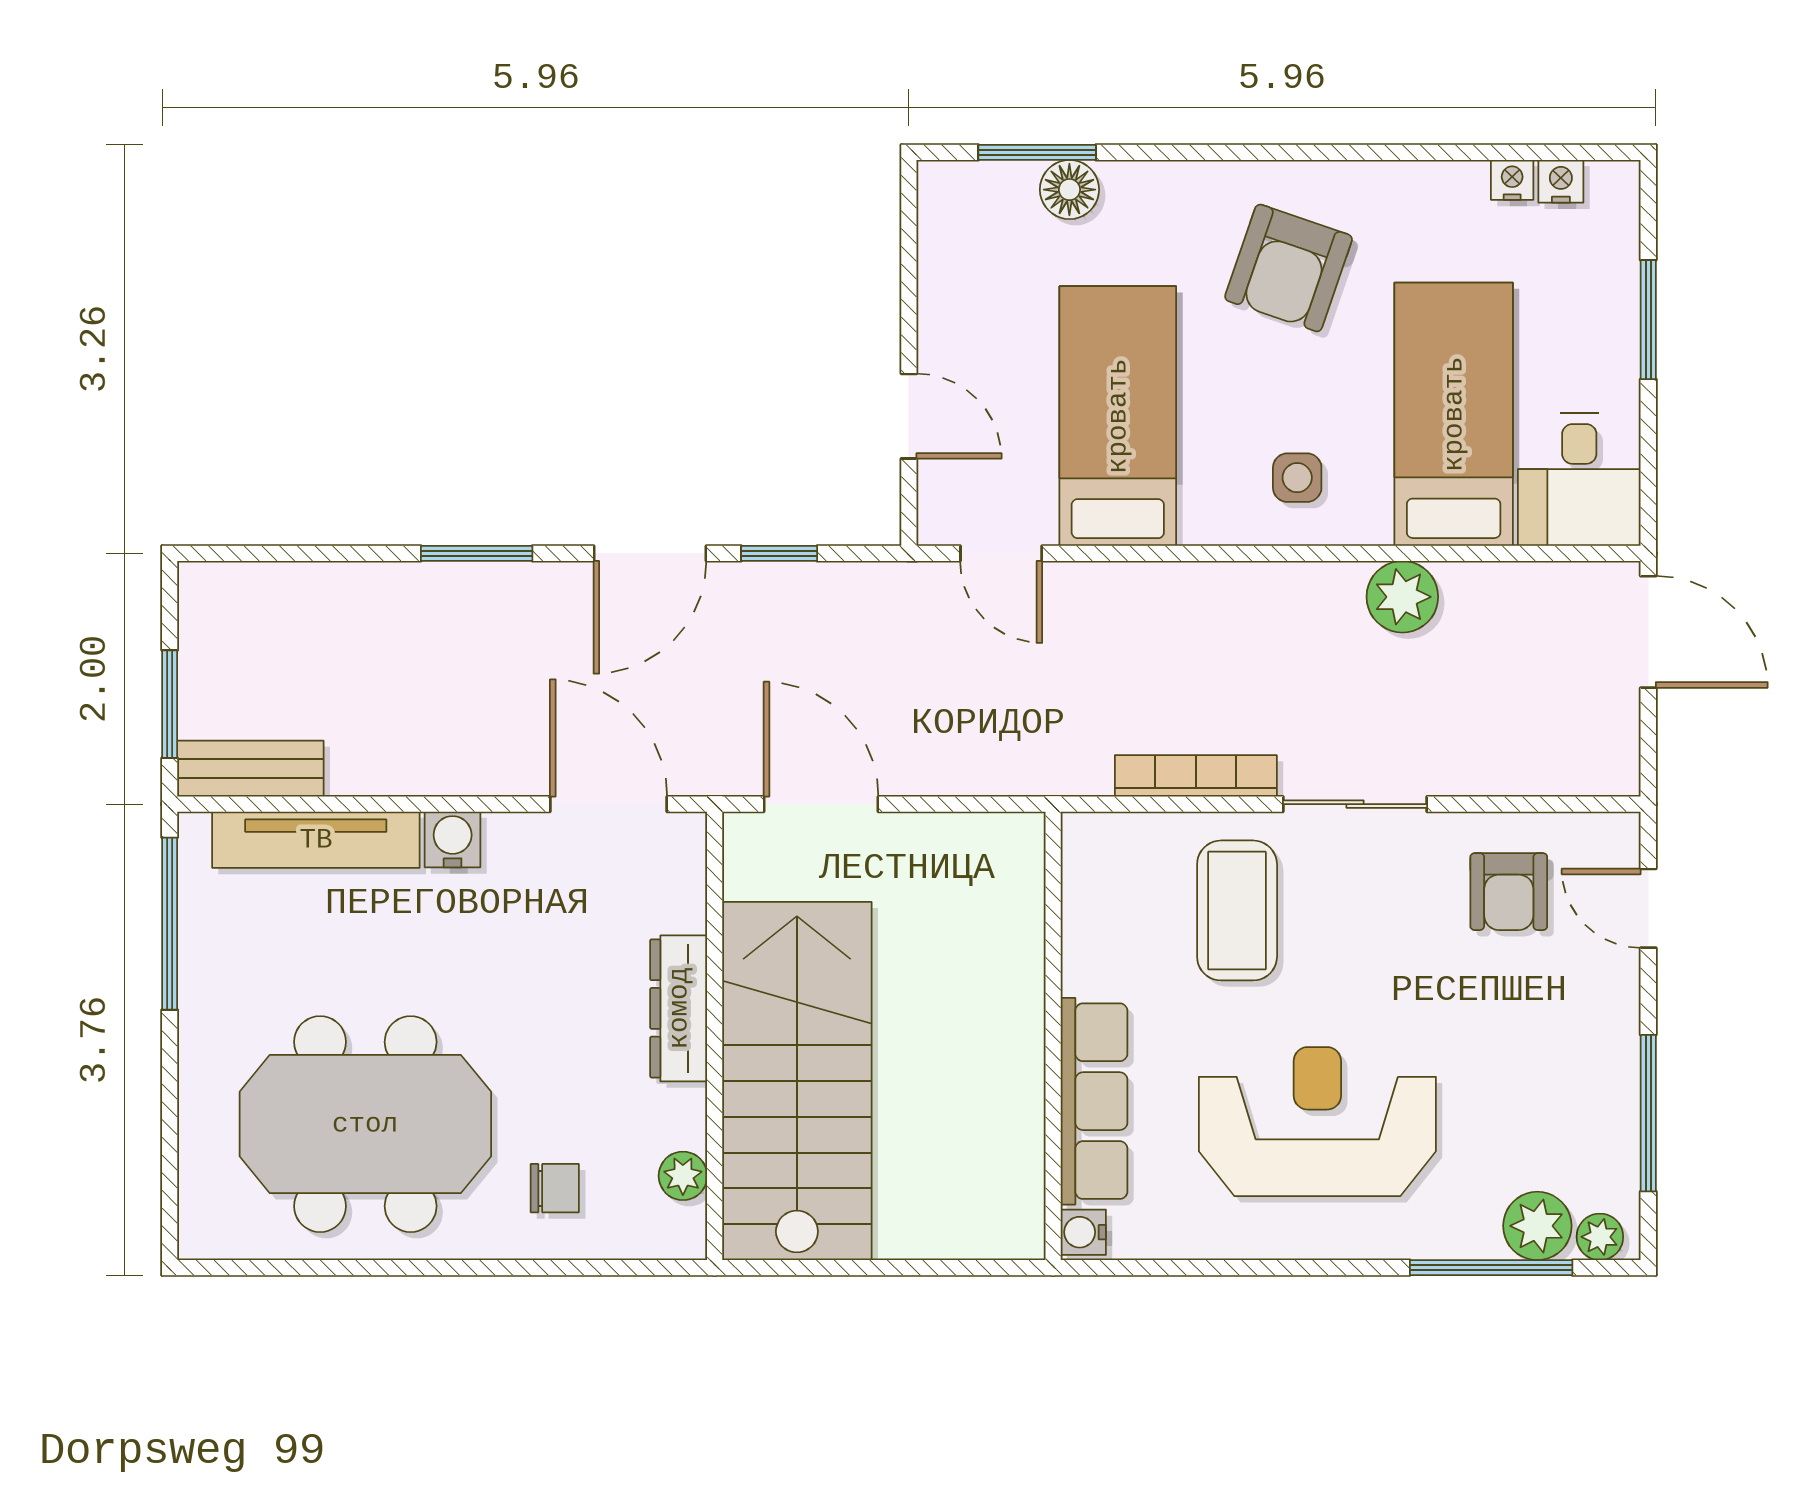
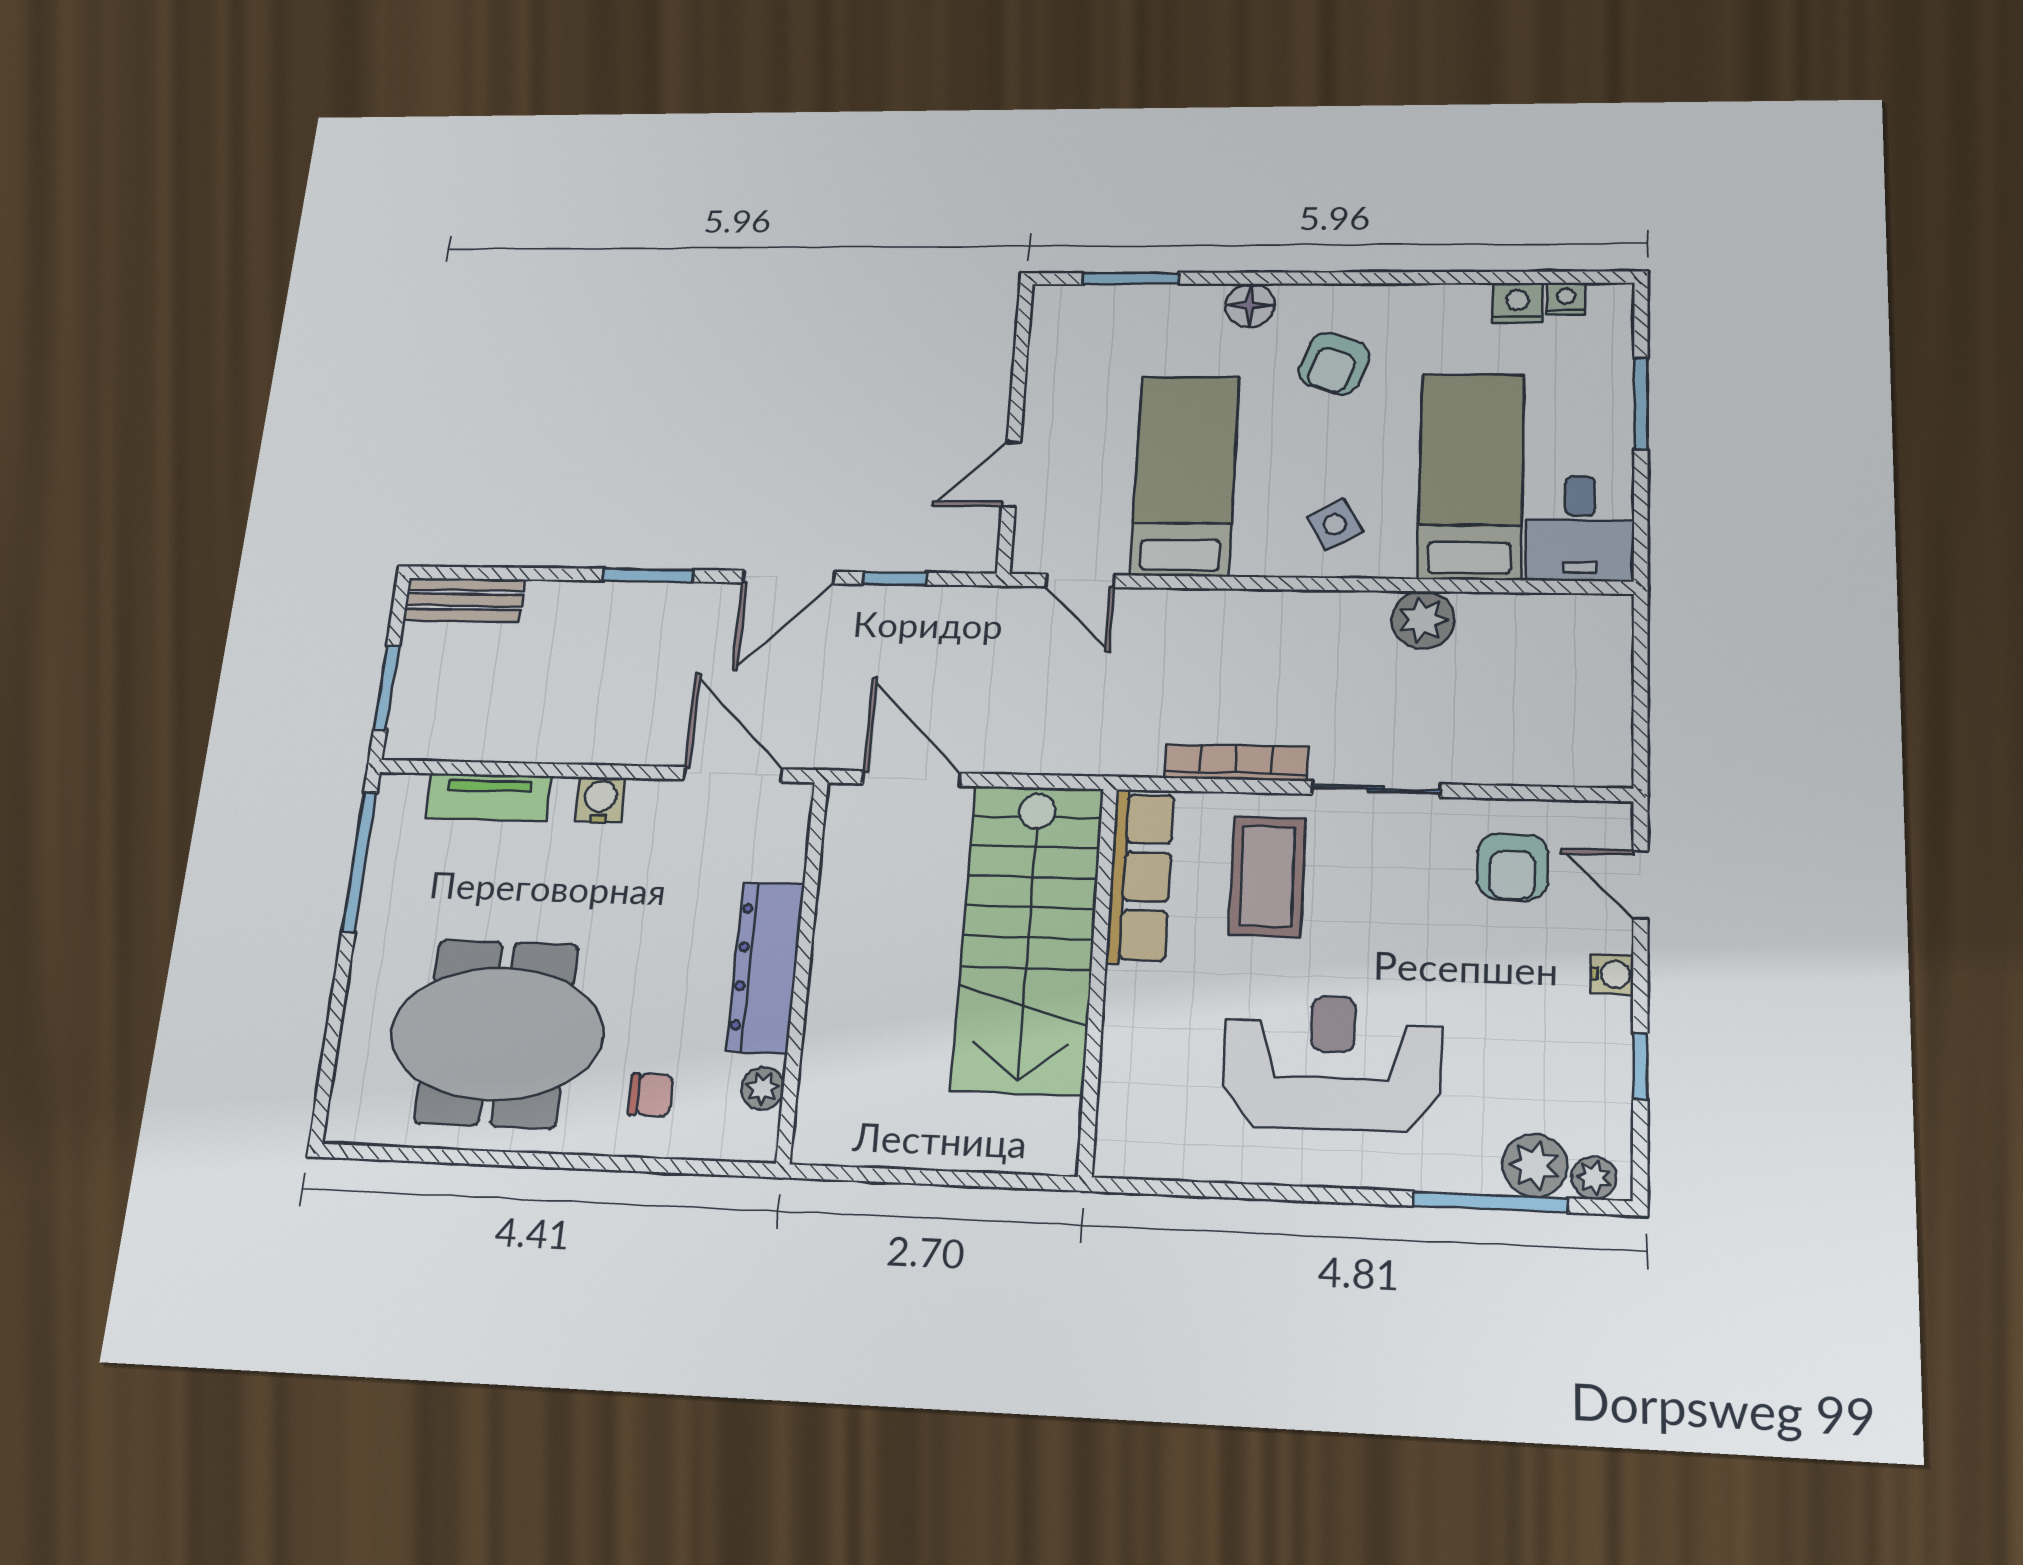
nightstand: (1512, 180) -> (1518, 303), width x1.39, depth x1.35
floor lamp: (1069, 190) -> (1250, 305), moved
armchair: (1289, 268) -> (1334, 364), width x0.72, depth x0.72
door: (909, 416) -> (1011, 474), swing flipped
side table: (1297, 478) -> (1335, 524), turned -30
door: (1648, 632) -> (1641, 652), removed
bench: (250, 769) -> (464, 600), moved
tv unit: (316, 840) -> (488, 797), width x0.71
dresser: (679, 1008) -> (766, 967), width x1.37, depth x1.24
stairs: (797, 1081) -> (1028, 938), moved, turned 180
row of seats: (1094, 1101) -> (1140, 876), moved
window: (1648, 1113) -> (1640, 1066), width x0.46
water cooler: (1083, 1232) -> (1612, 974), moved, turned 180

